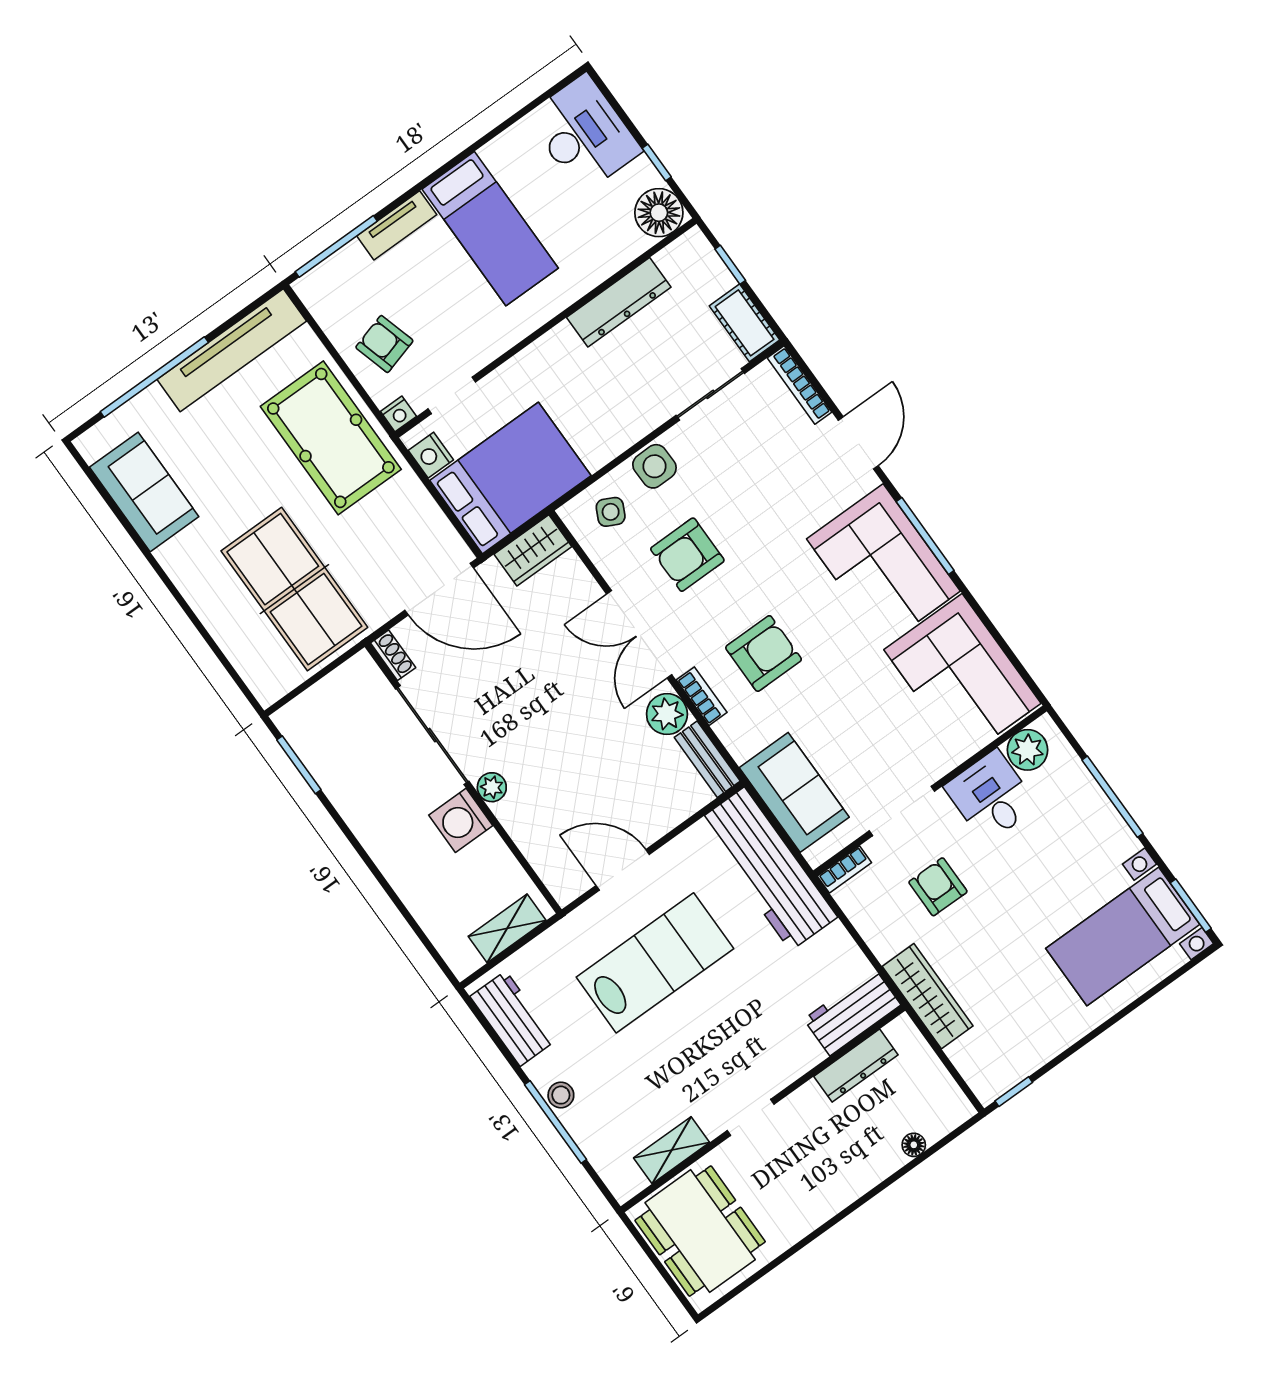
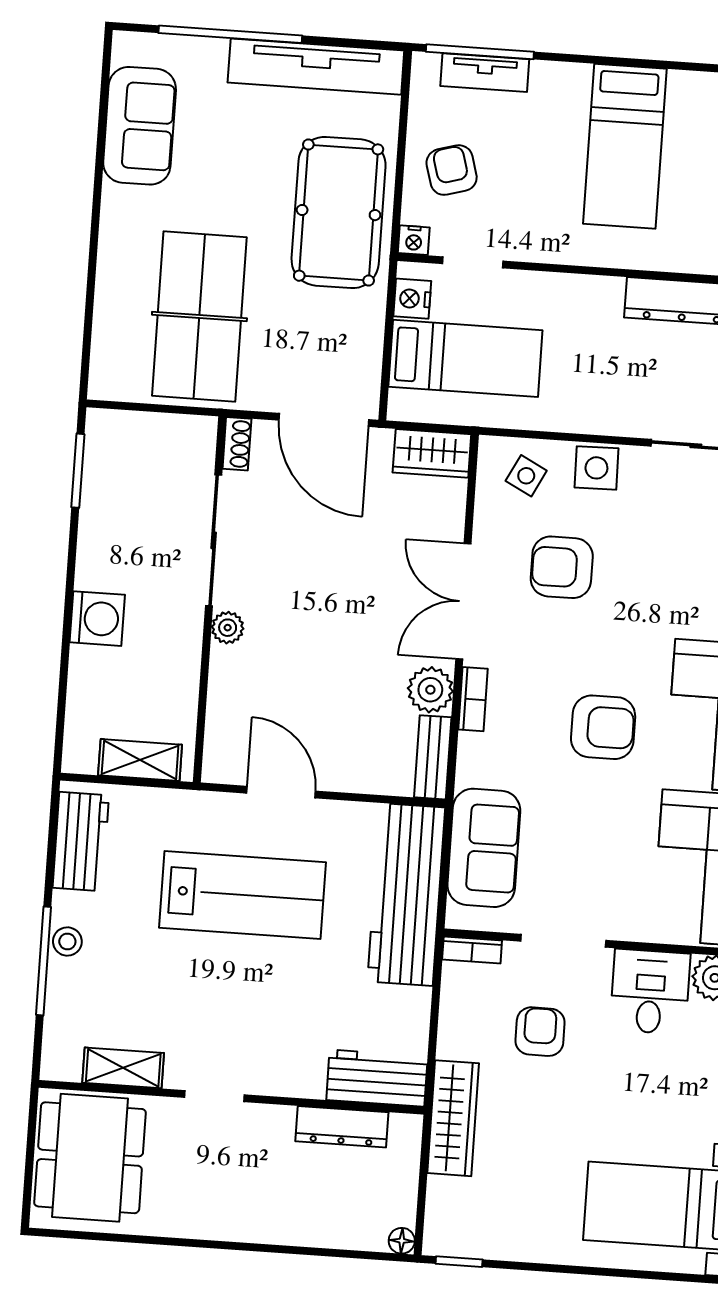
tv unit: (397, 225) -> (485, 73), moved
bed: (510, 478) -> (465, 358), width x0.67
armchair: (764, 653) -> (603, 727), moved
washing machine: (461, 820) -> (97, 619), moved, turned 180
floor lamp: (914, 1145) -> (402, 1241), moved

